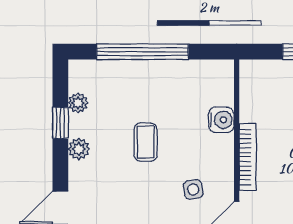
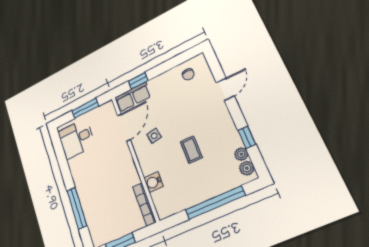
plant: (79, 149) -> (247, 168), moved
bookcase: (248, 157) -> (144, 204), moved

